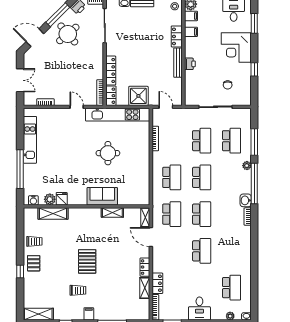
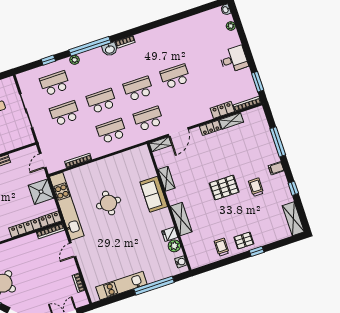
window: (254, 142) -> (48, 60), width x0.46
shelving: (53, 213) -> (181, 219), moved
school desk: (232, 288) -> (202, 34), removed

